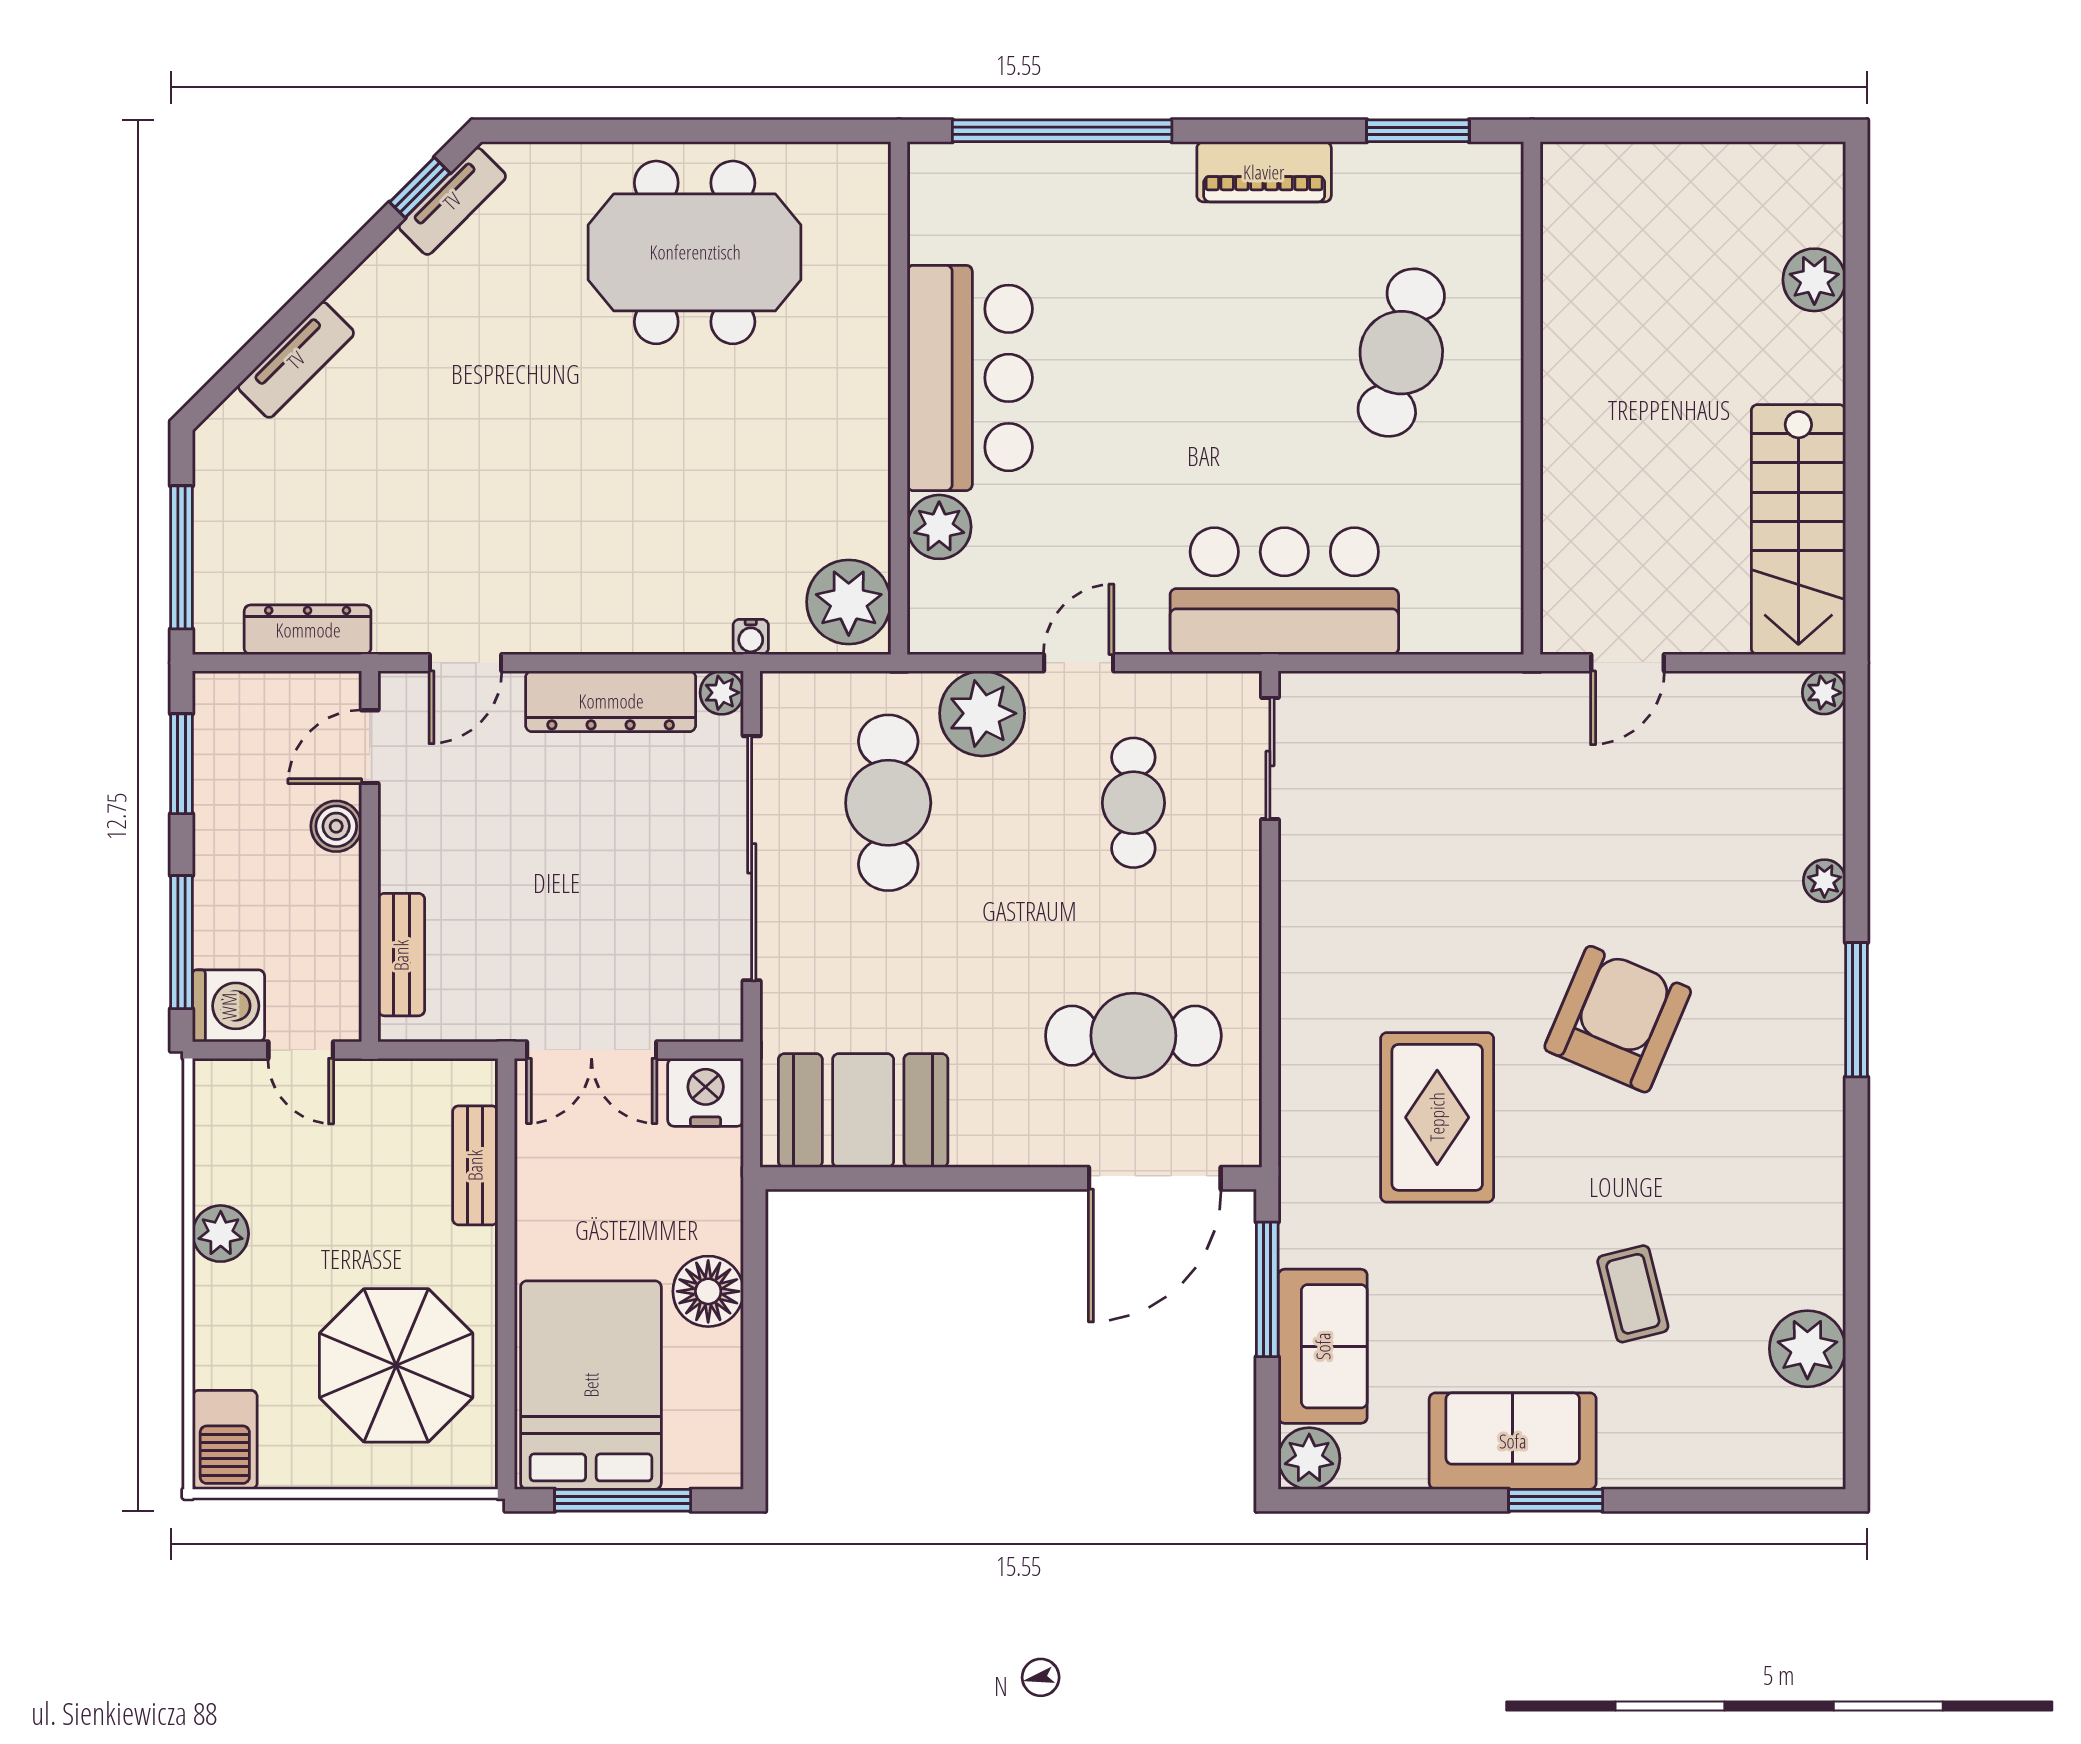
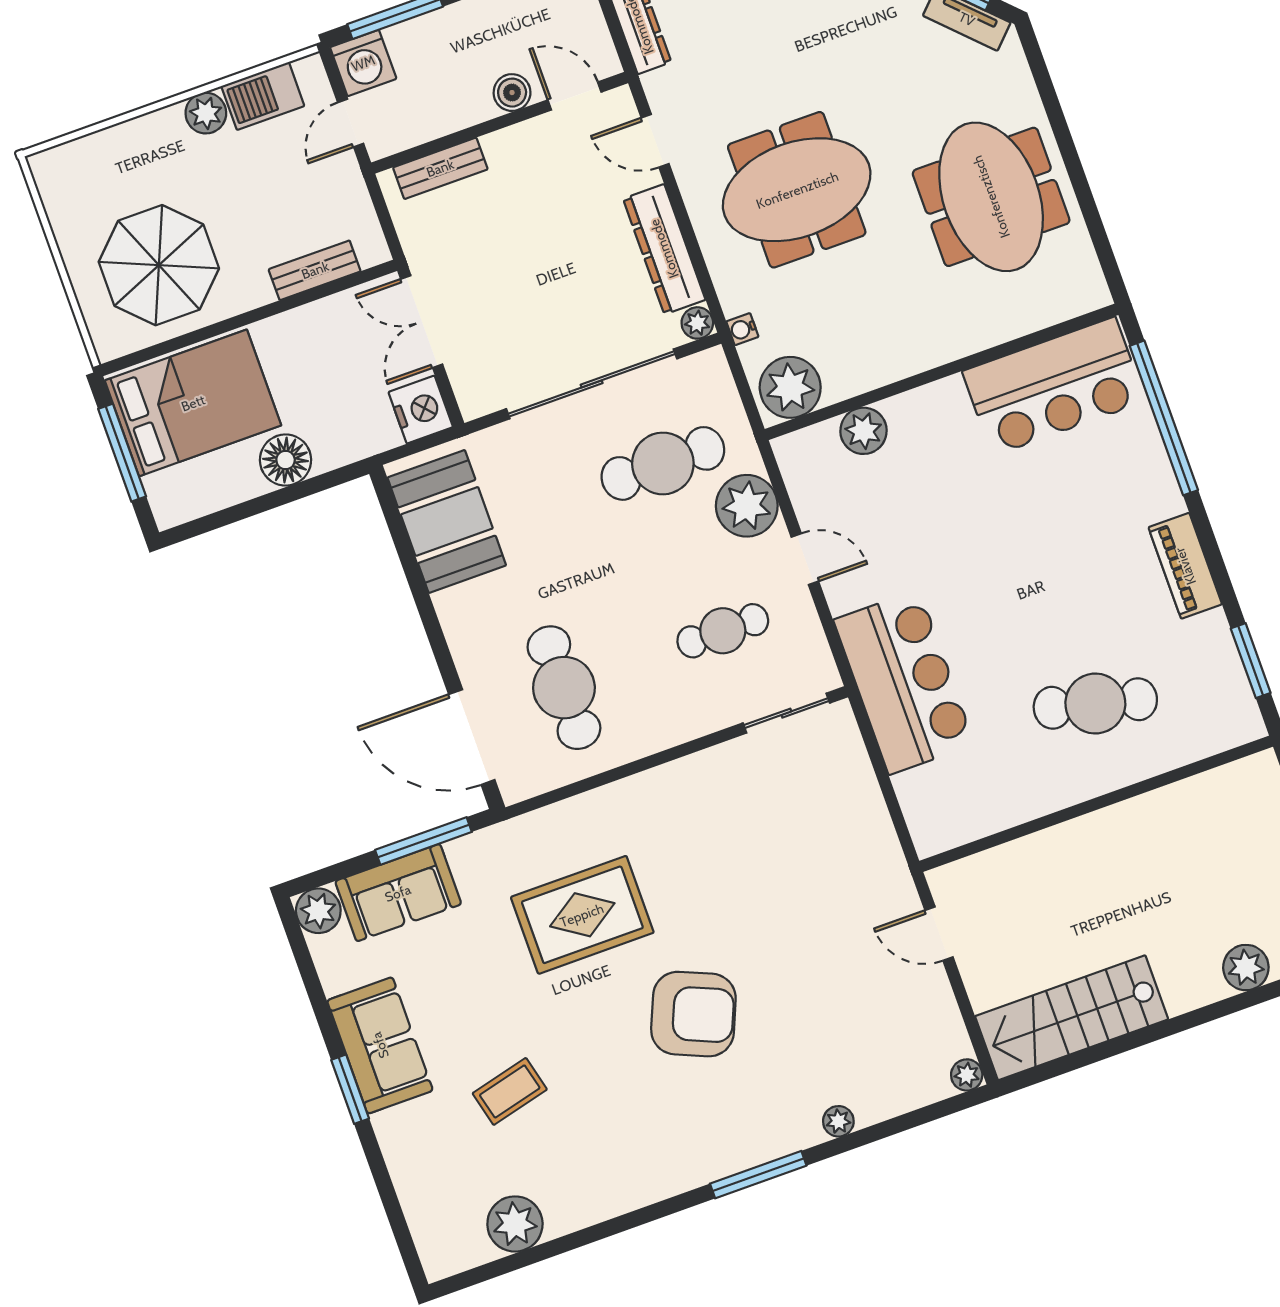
bar counter: (970, 378) -> (1054, 386), moved
meeting table: (595, 502) -> (797, 190), added
barbecue: (225, 1440) -> (263, 96), moved

